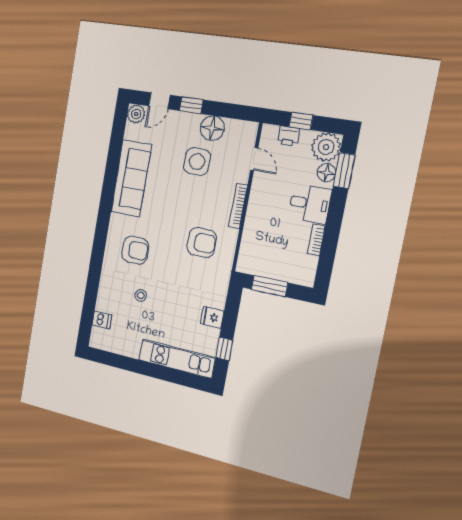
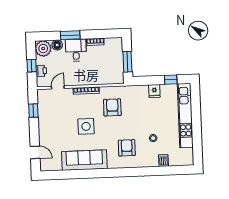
window: (191, 105) -> (33, 111), moved
plant: (136, 114) -> (46, 165), removed
floor lamp: (212, 128) -> (45, 116), removed
side table: (197, 162) -> (86, 126), moved
window: (344, 171) -> (70, 35), moved
dishwasher: (102, 320) -> (163, 160), moved
kitchen unit: (177, 359) -> (185, 116), width x1.36

